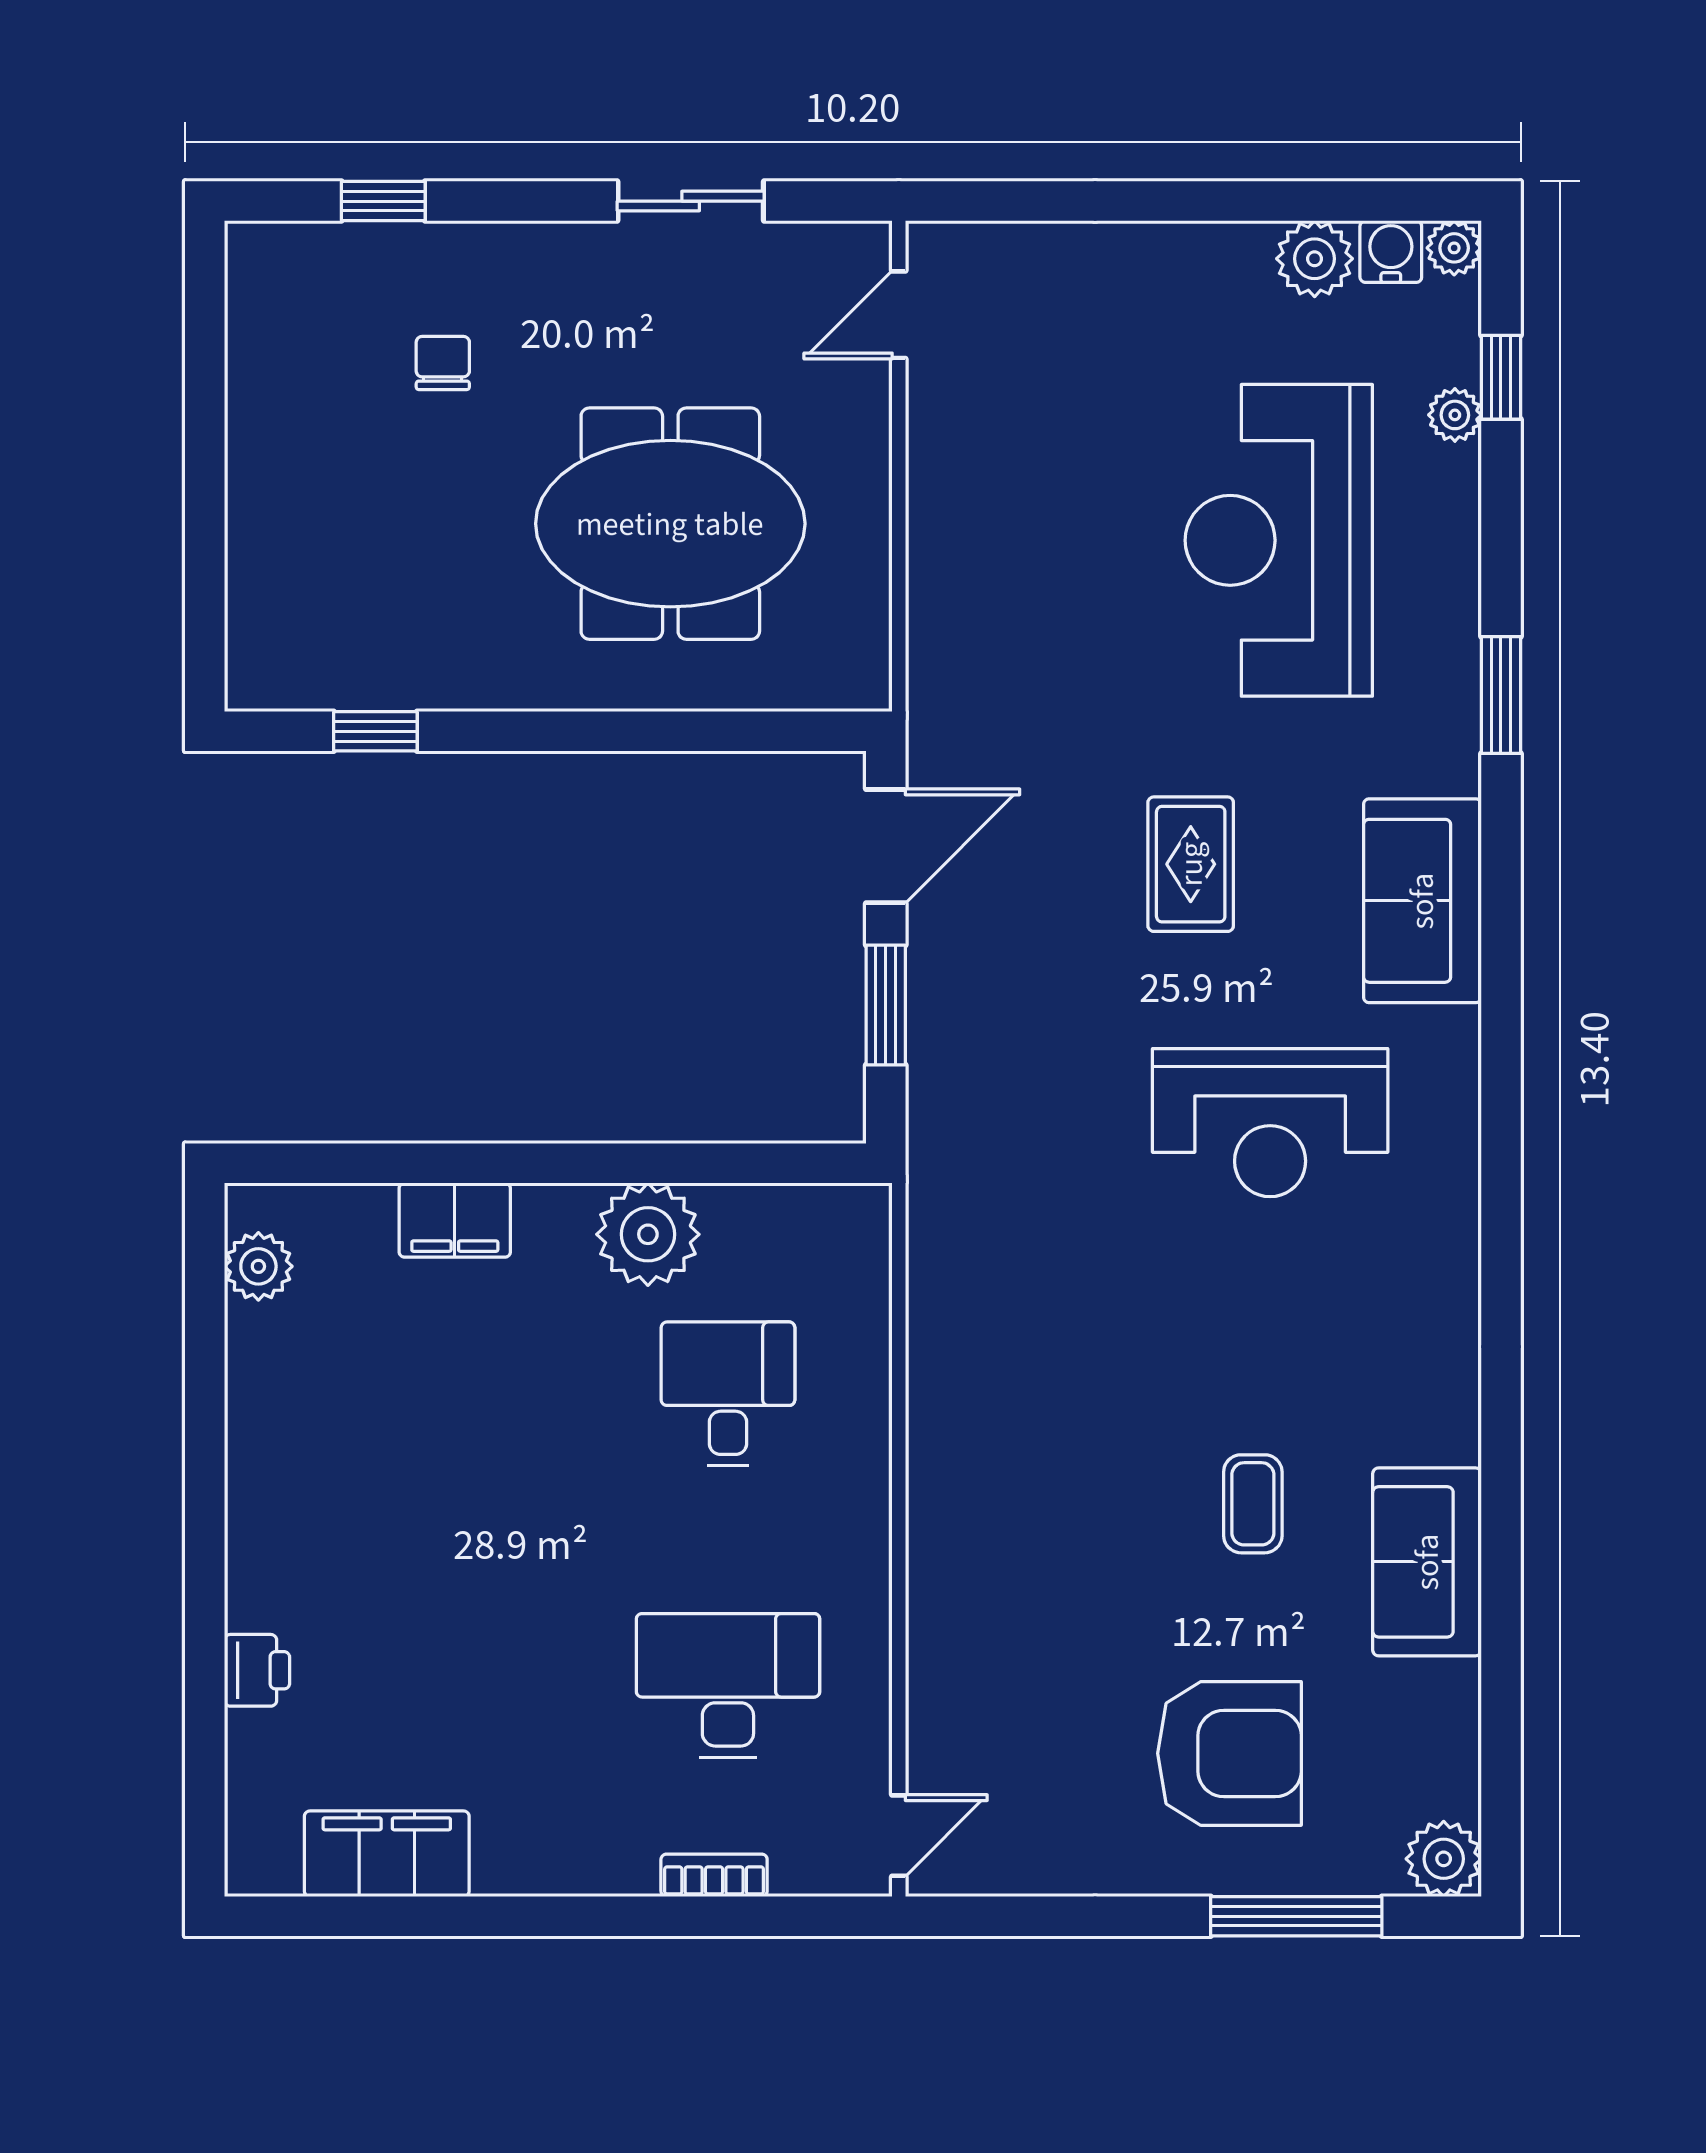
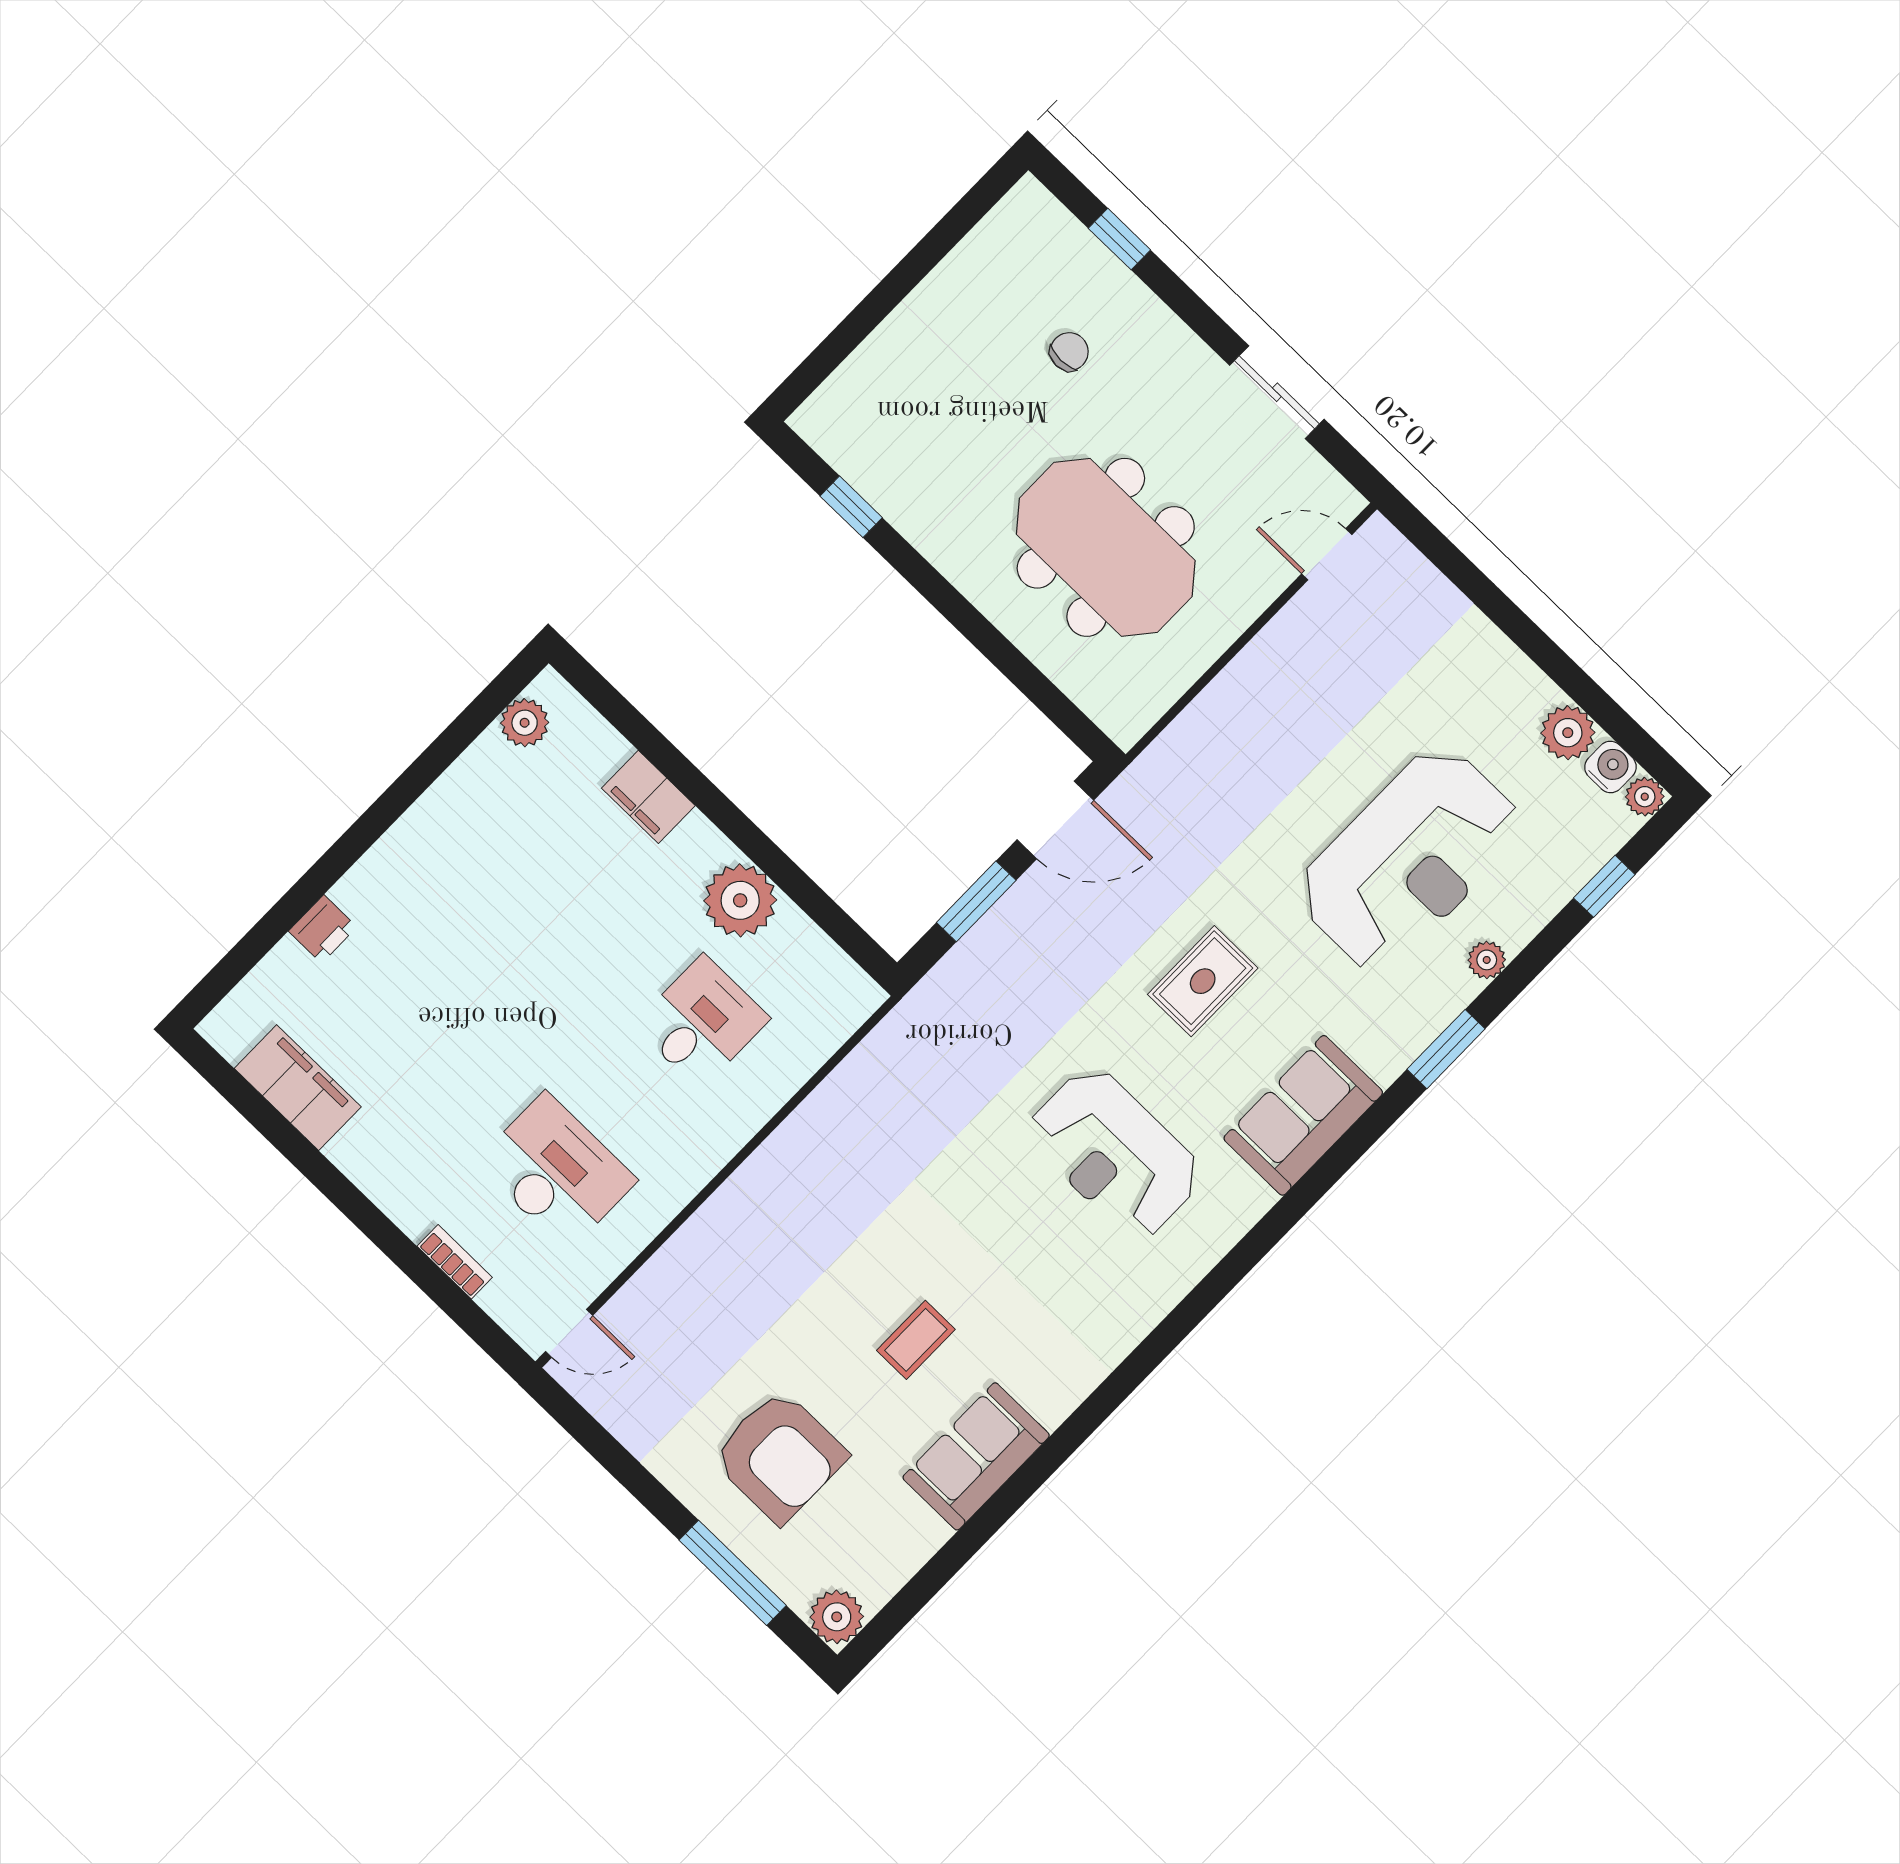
plant: (1455, 415) -> (1487, 960), moved
reception desk: (1279, 540) -> (1409, 859), turned 180

